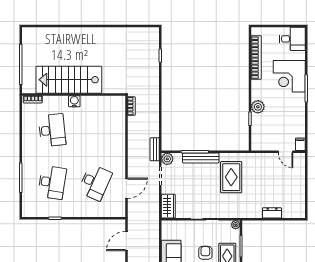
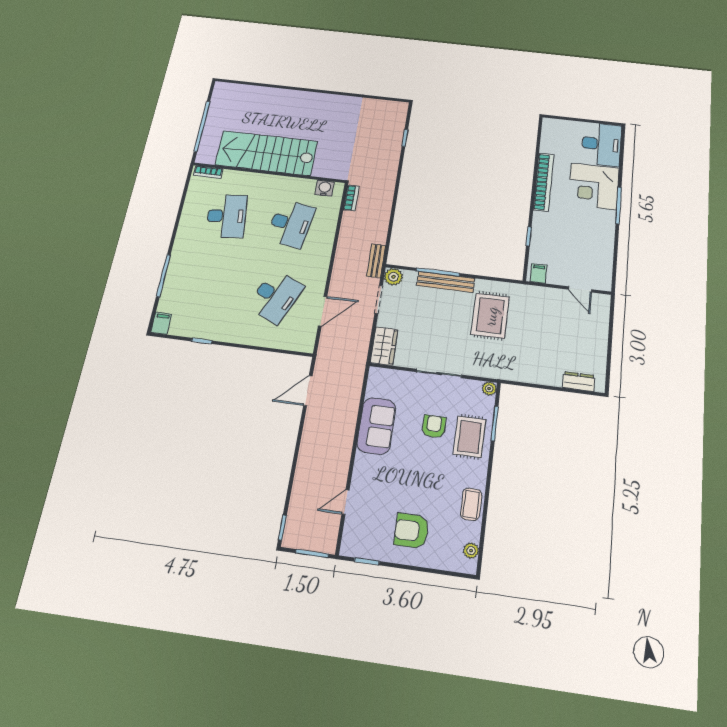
desk: (292, 39) -> (602, 144), width x1.37
bookcase: (256, 58) -> (544, 182), moved
water cooler: (74, 101) -> (325, 188), moved
plant: (258, 107) -> (542, 221), removed
filing cabinet: (300, 144) -> (539, 273), moved
desk: (52, 182) -> (291, 224), moved
filing cabinet: (27, 210) -> (161, 323), added
dresser: (272, 213) -> (579, 381), moved

